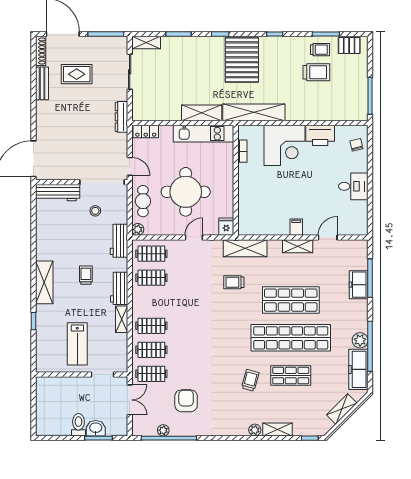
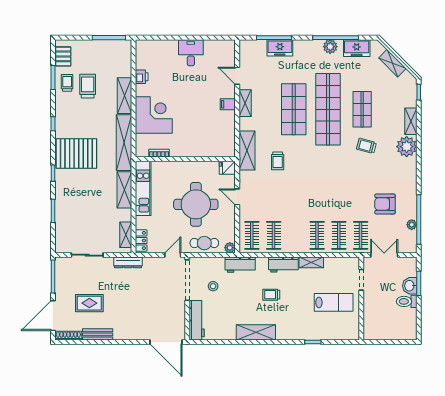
shelving: (146, 43) -> (126, 235), moved
rug: (77, 74) -> (89, 303), turned 90
shelving: (306, 113) -> (124, 96), added
printer: (320, 135) -> (142, 77), width x0.53, depth x0.68
chair: (356, 145) -> (153, 50), removed
shelving: (44, 282) -> (256, 332), moved
freezer: (358, 369) -> (357, 48), width x0.71
plant: (255, 430) -> (407, 147), width x1.88, depth x1.88

